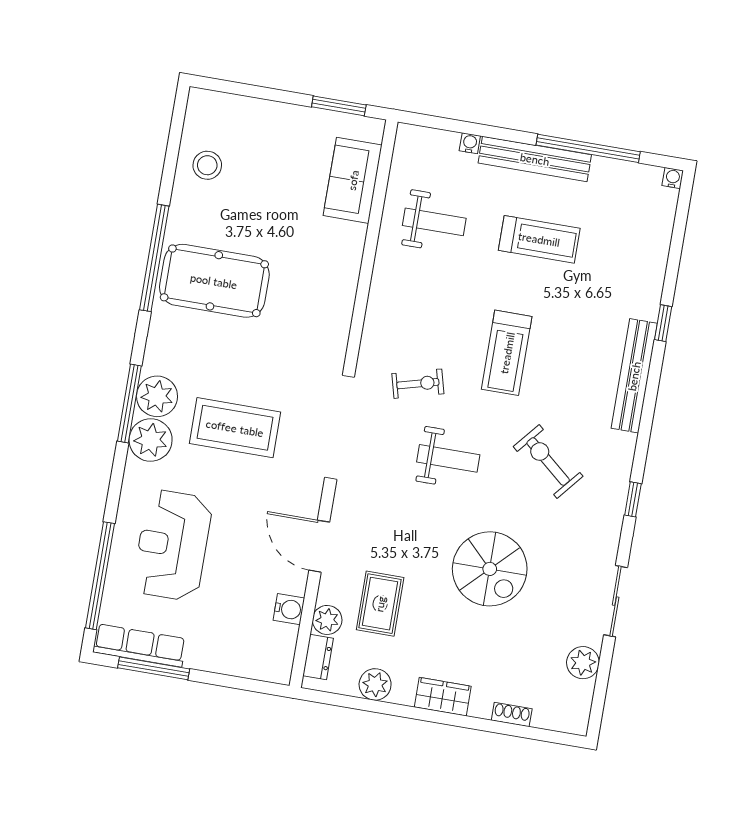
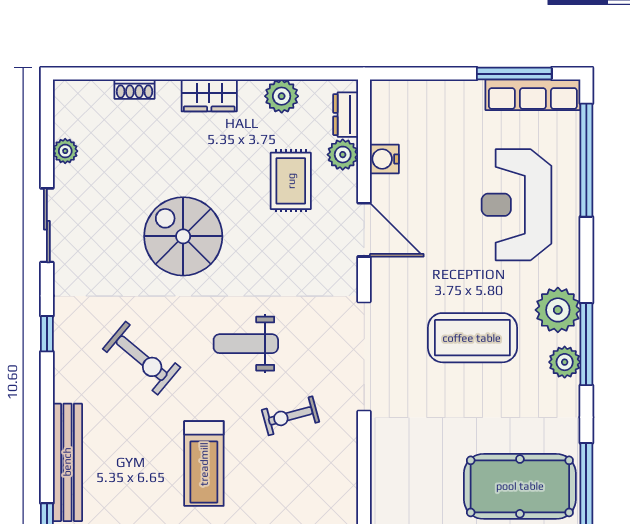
treadmill: (507, 353) -> (204, 464), turned 180
plant: (157, 396) -> (565, 362), width x0.73, depth x0.73
reception desk: (172, 545) -> (517, 205), turned 180
plant: (583, 663) -> (65, 151), width x0.73, depth x0.73

